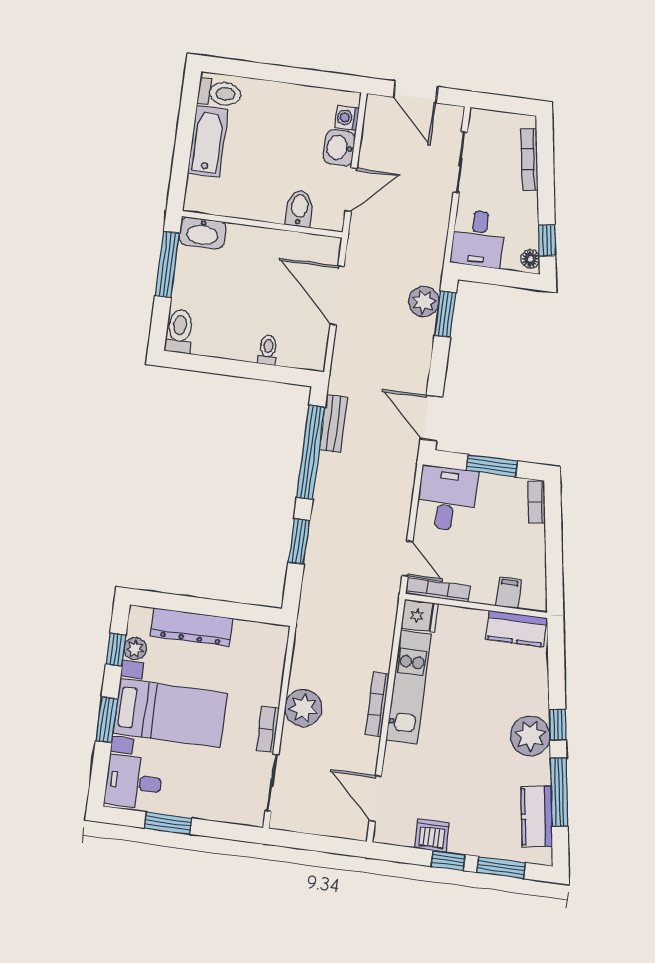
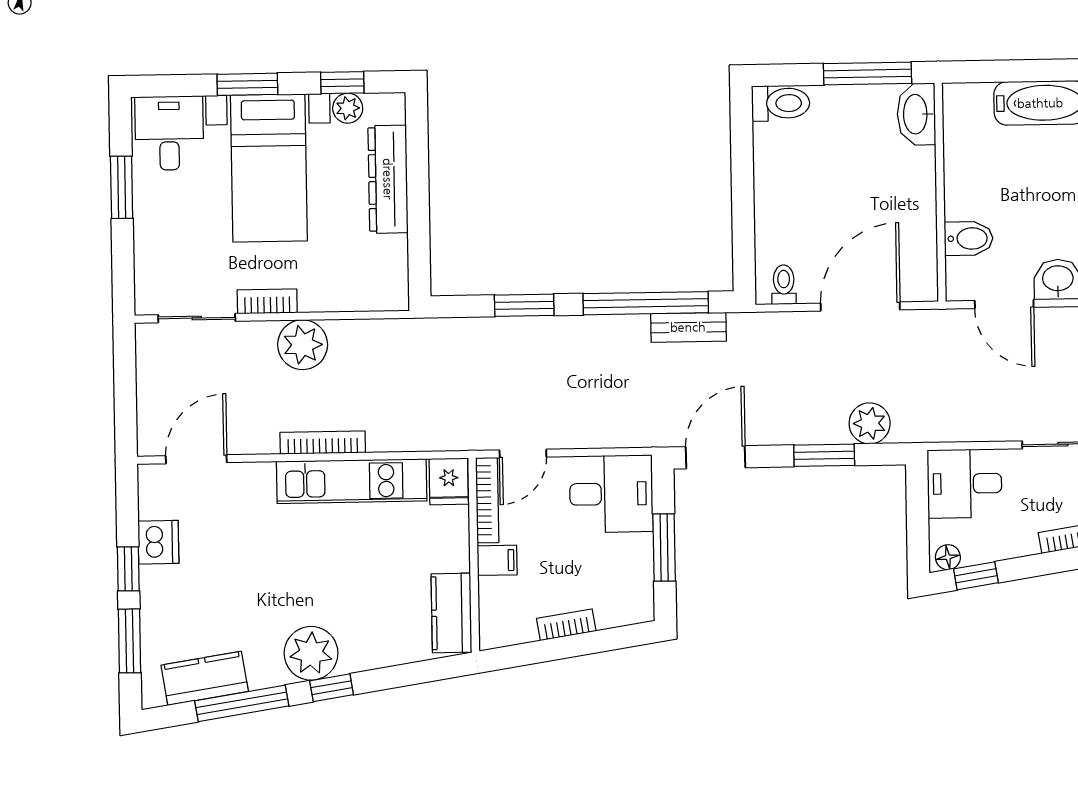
window: (445, 314) -> (824, 455), moved
toilet: (268, 350) -> (784, 285), moved, turned -90
bookcase: (537, 502) -> (566, 625), moved
filing cabinet: (508, 593) -> (497, 560), moved

